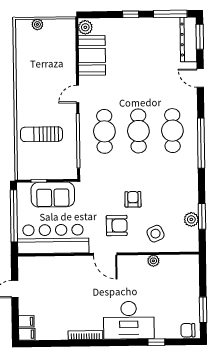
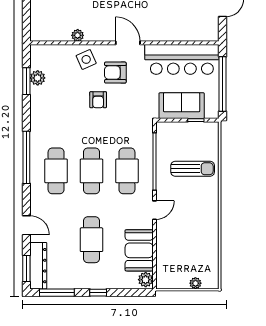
cafe table: (138, 65) -> (91, 240), added
side table: (156, 234) -> (86, 59), moved

